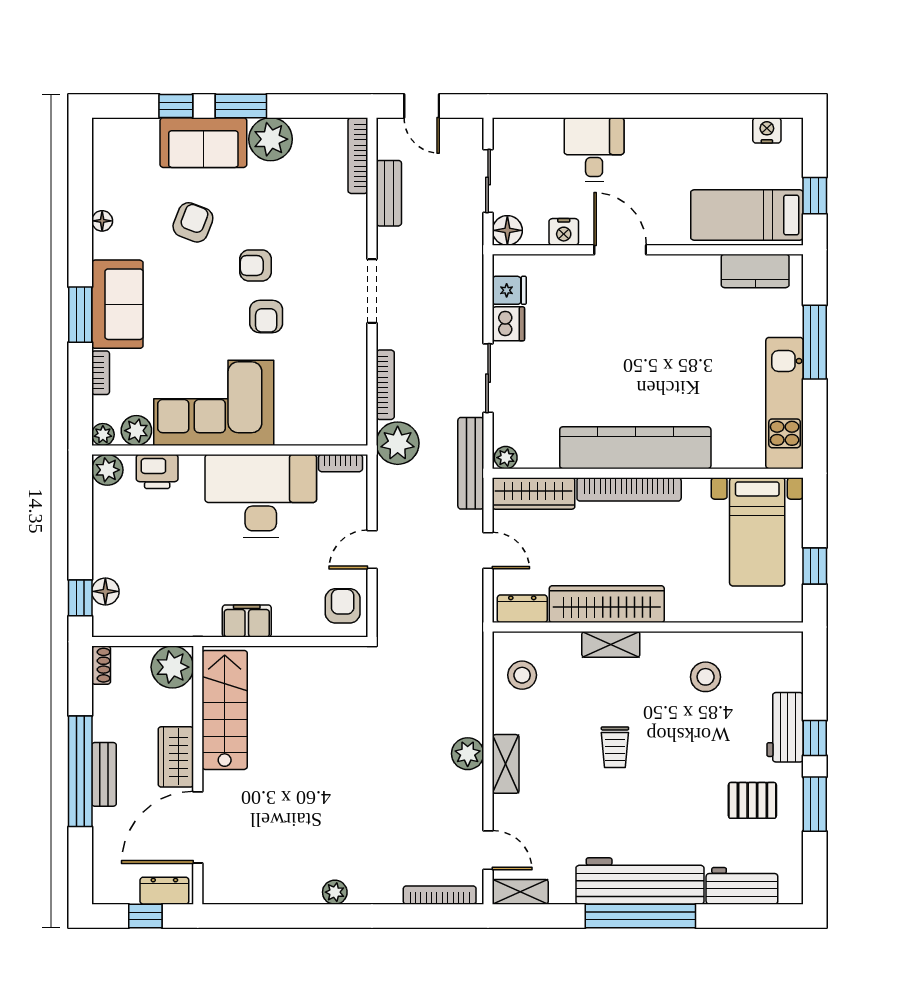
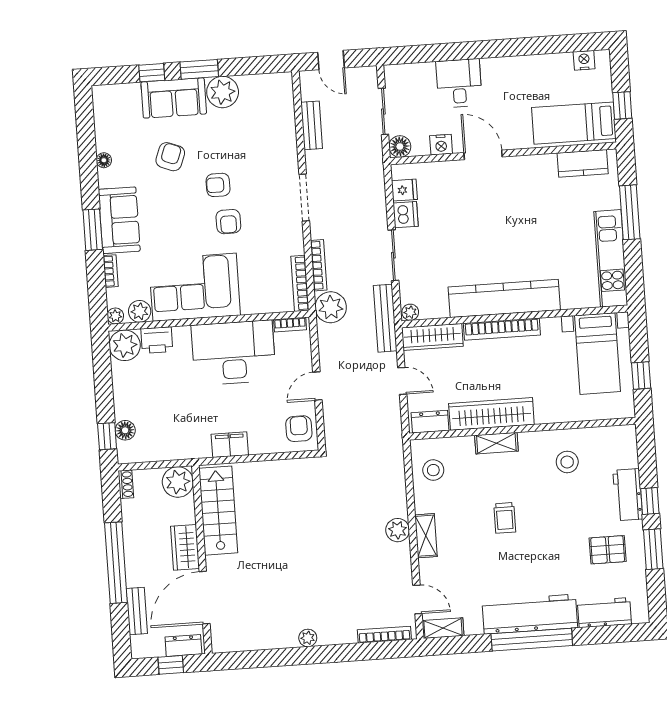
bookcase: (358, 156) -> (300, 283), moved
plant: (107, 470) -> (125, 345), width x1.36, depth x1.36
bench: (104, 774) -> (137, 611), moved

